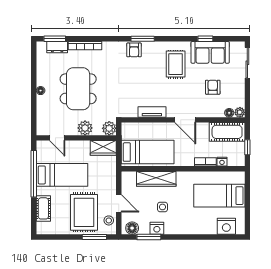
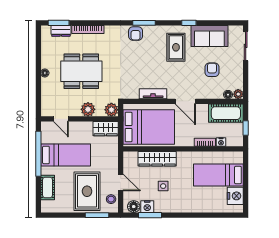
window: (205, 39) -> (189, 23), moved
dining table: (78, 89) -> (81, 71), turned 90
bed: (148, 152) -> (149, 127), width x1.50
nightstand: (226, 226) -> (235, 196), moved, turned -90
nightstand: (157, 228) -> (147, 207), moved

